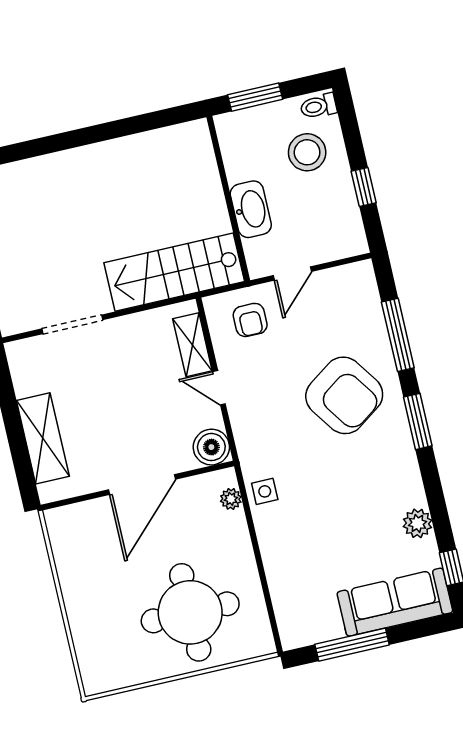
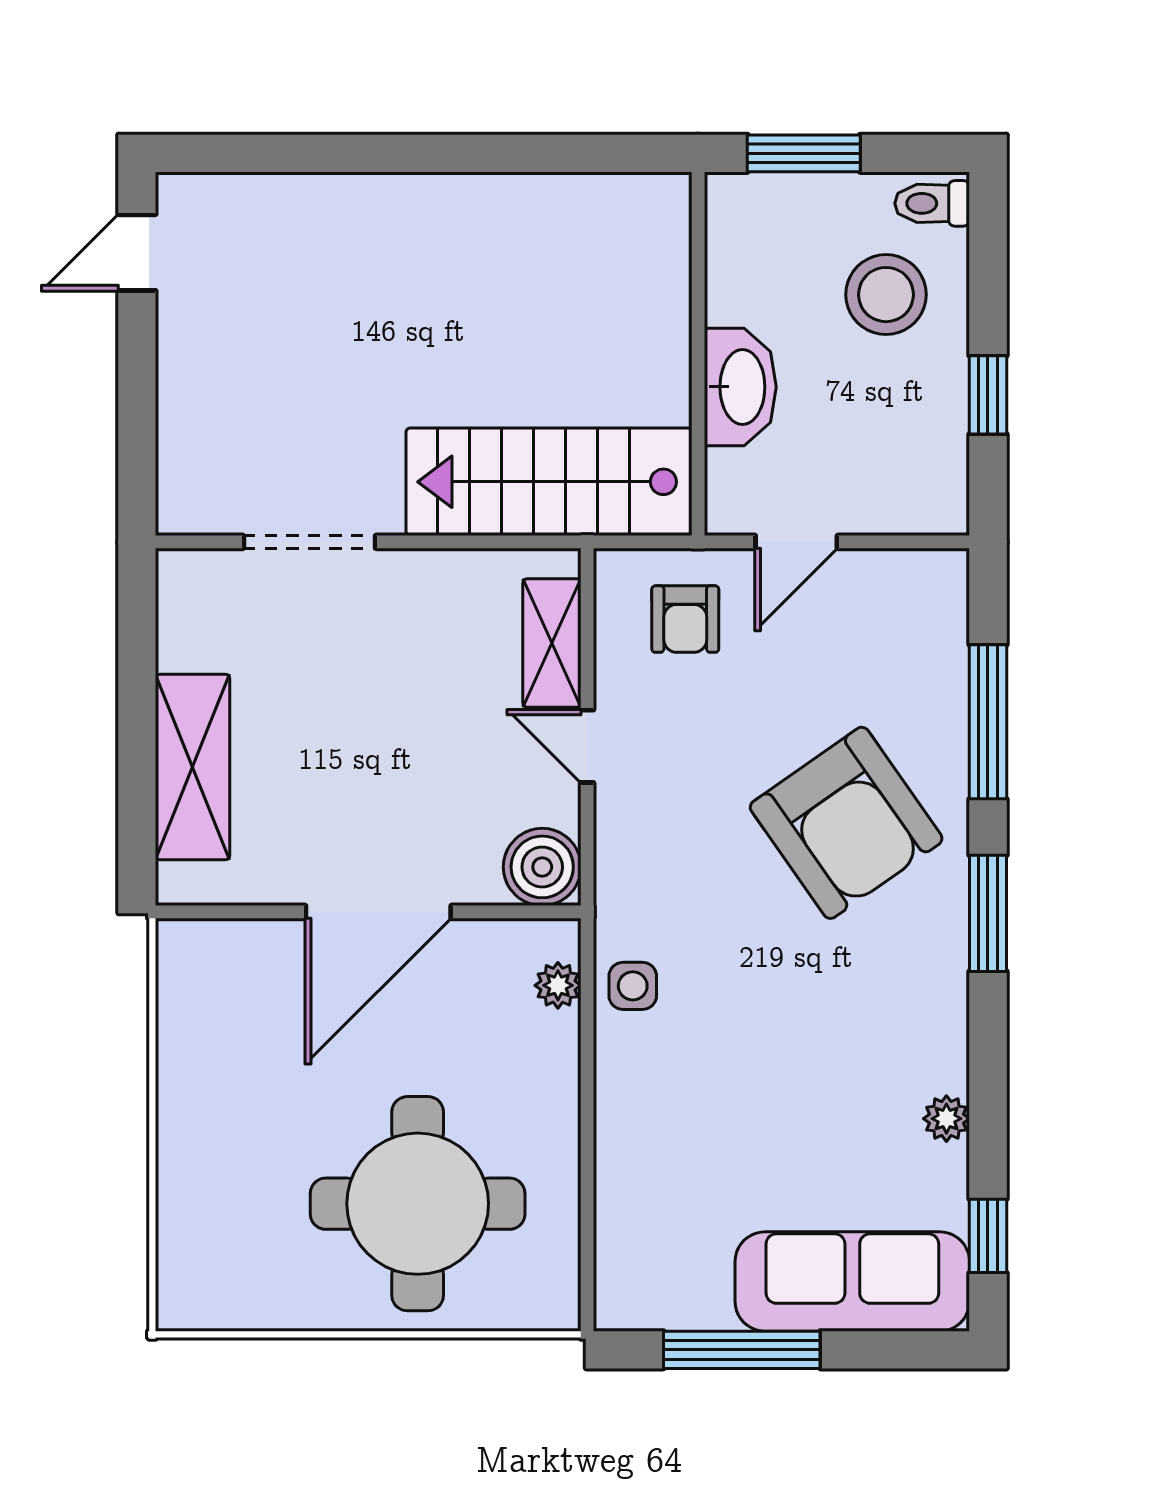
plant: (417, 523) -> (946, 1119), width x0.73, depth x0.73

